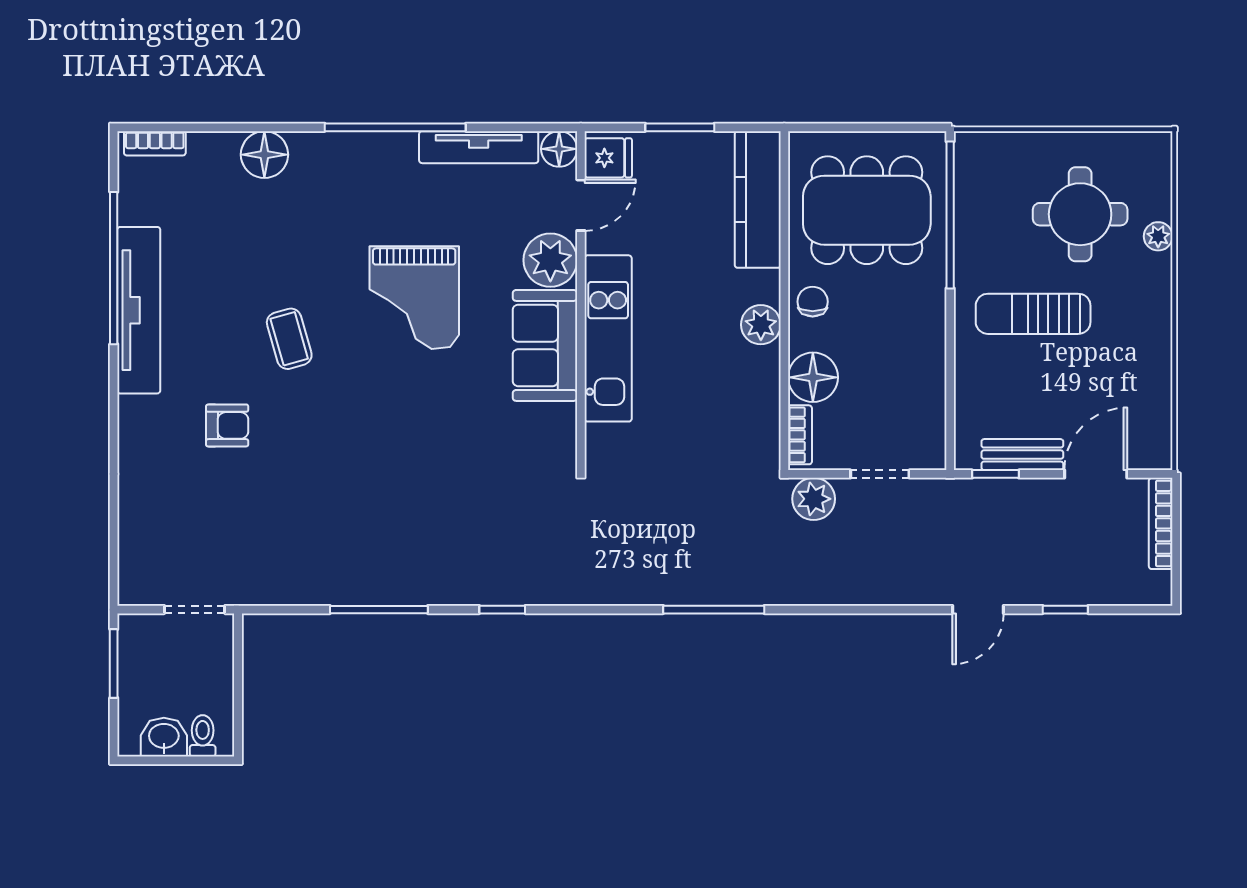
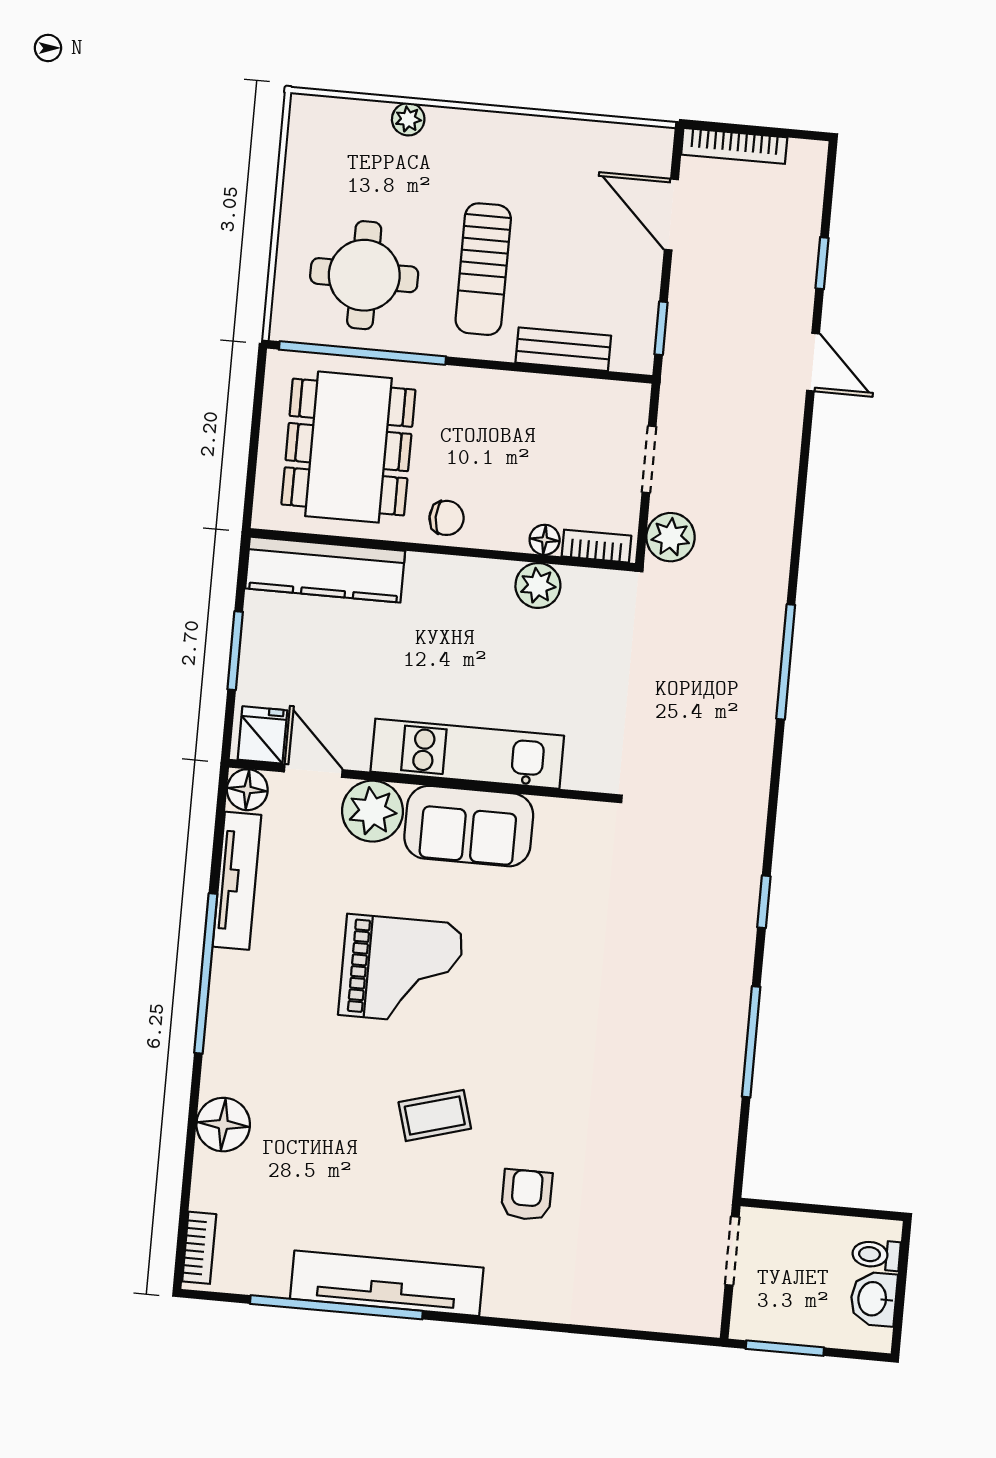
round table: (1080, 214) -> (364, 275), moved
chair: (813, 302) -> (447, 518), turned 180
plant: (761, 325) -> (538, 585), moved
floor lamp: (813, 377) -> (545, 540), width x0.53, depth x0.53
bench: (1022, 455) -> (563, 349), moved, turned 90

